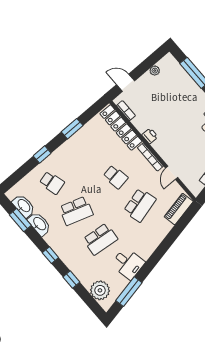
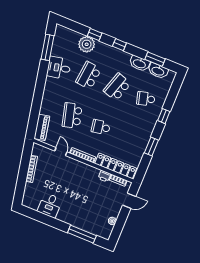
printer: (150, 136) -> (104, 176), moved
plant: (100, 290) -> (87, 44), moved

